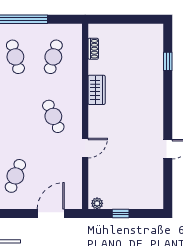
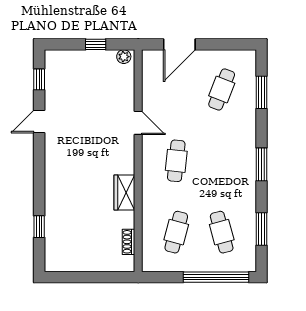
cafe table: (53, 116) -> (176, 161), turned 30
door: (85, 148) -> (138, 123), swing flipped
window: (168, 184) -> (39, 79), added

